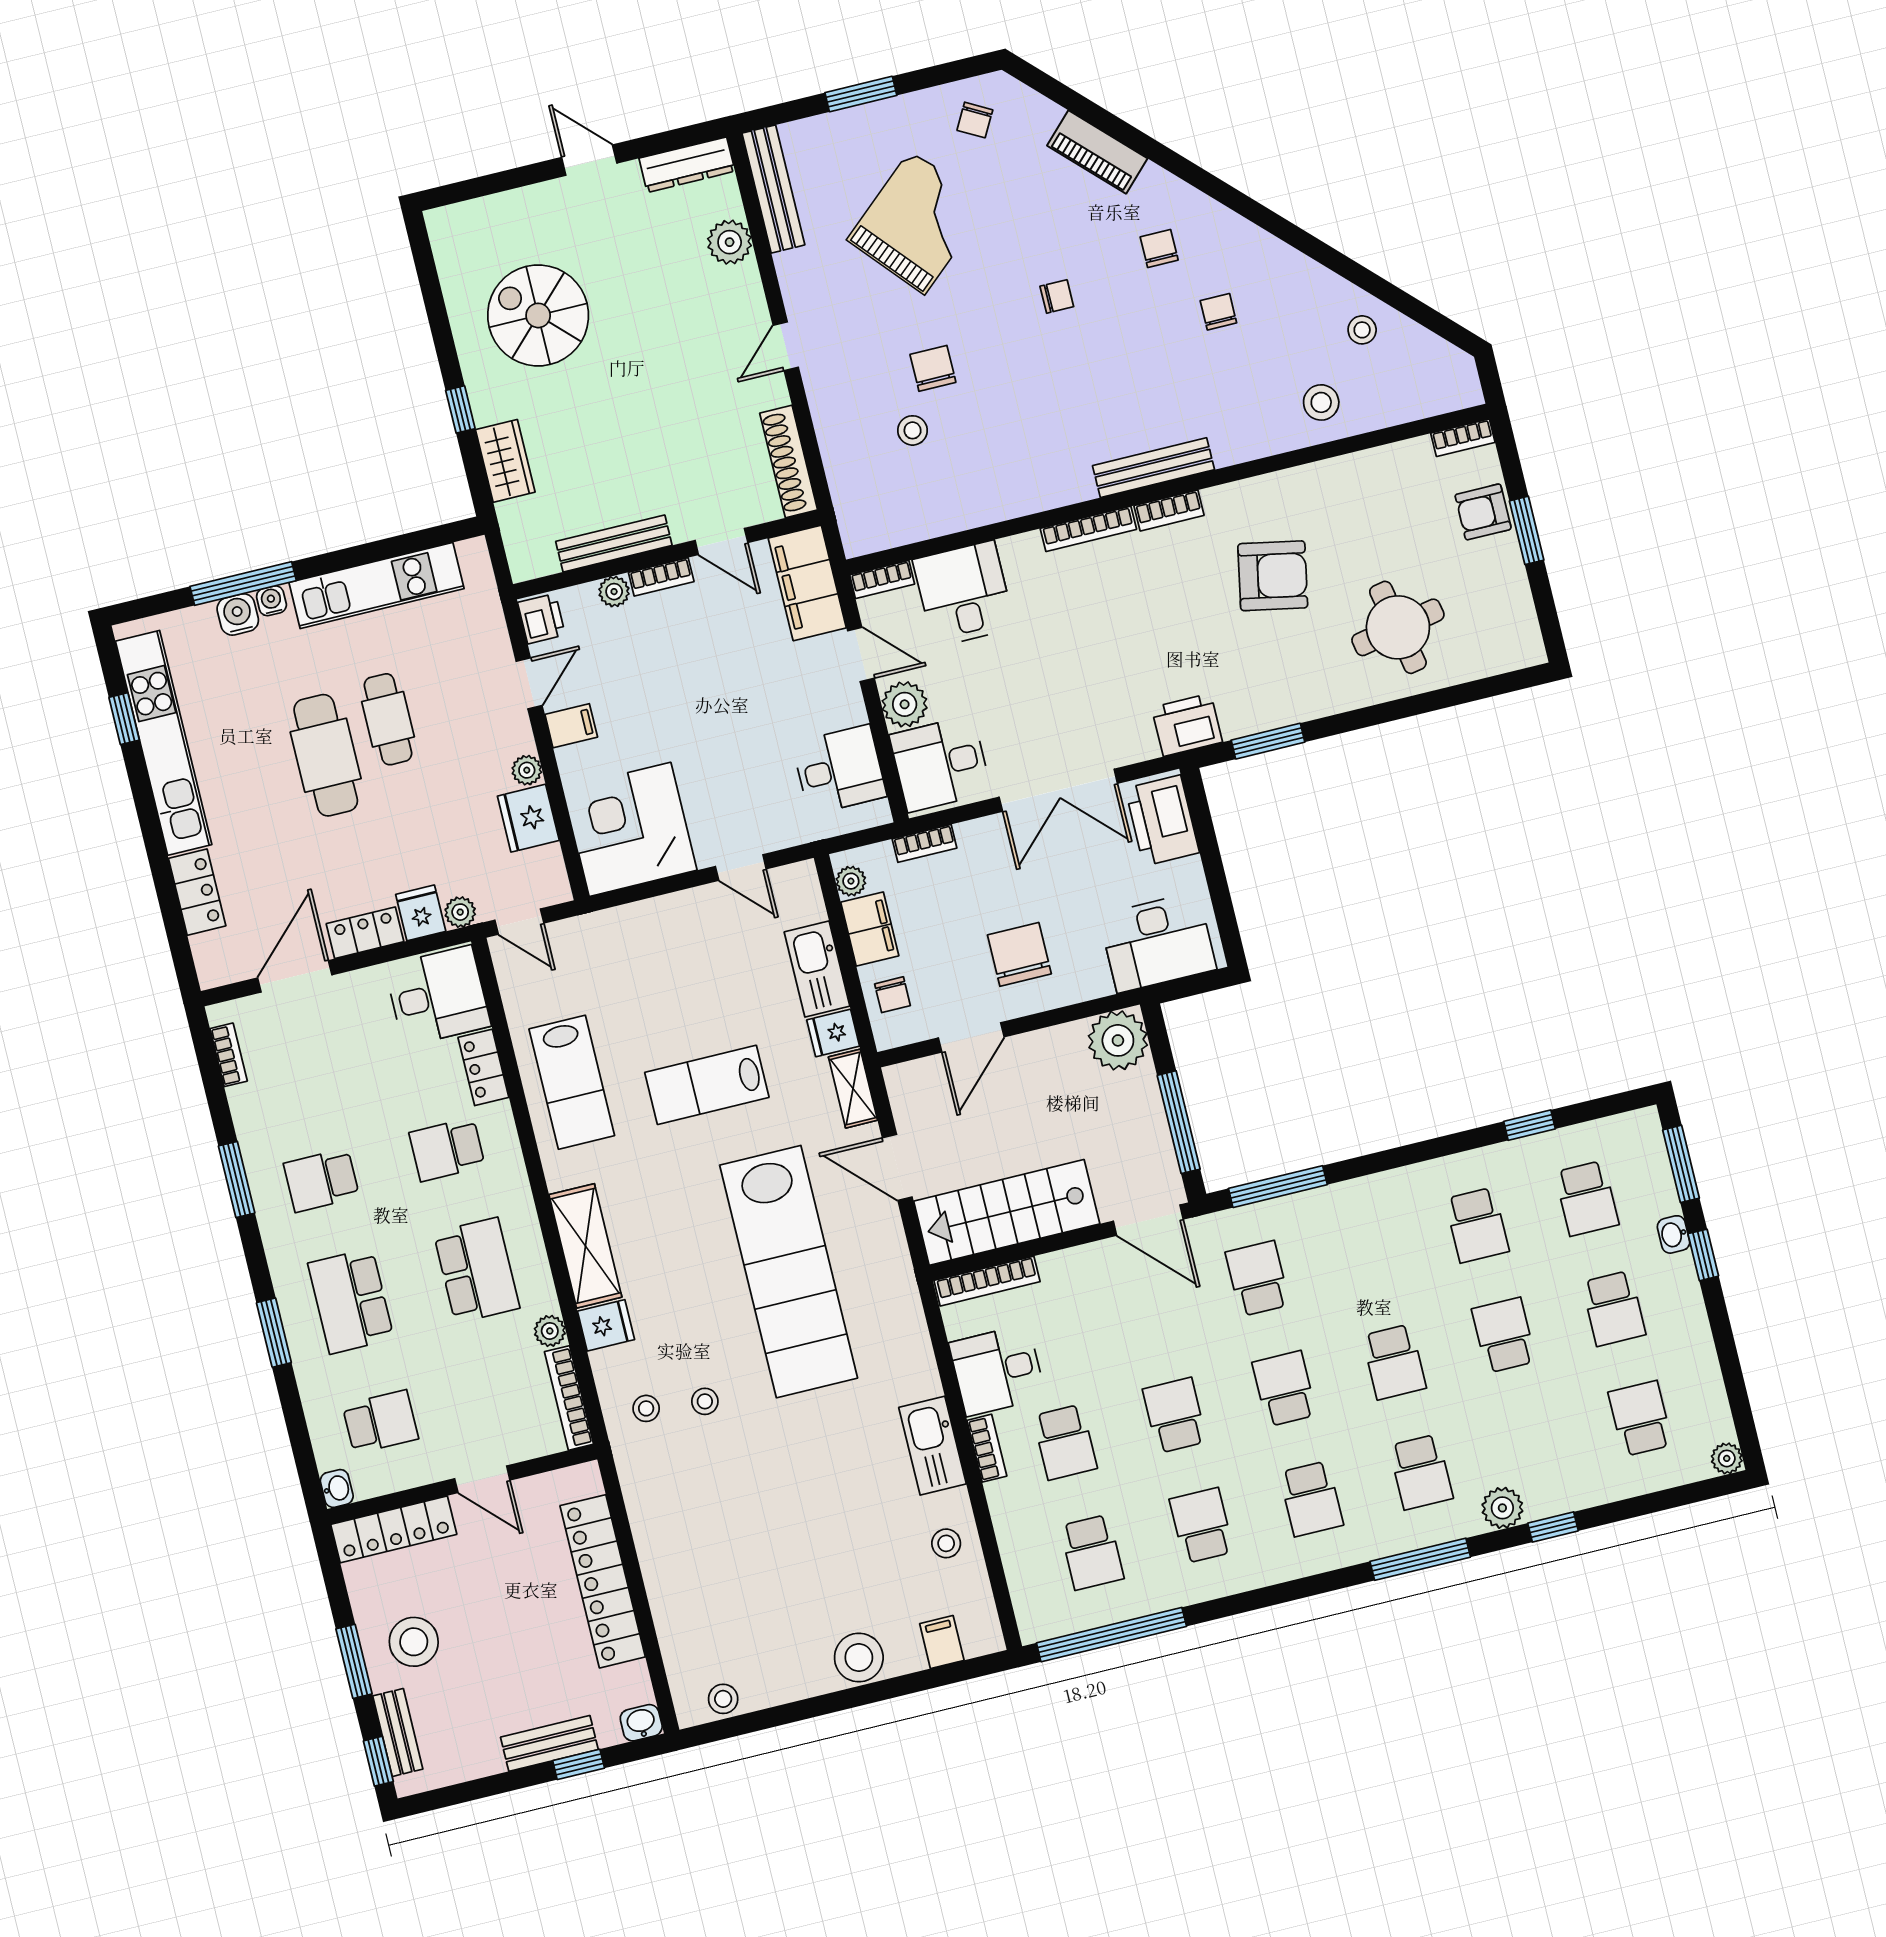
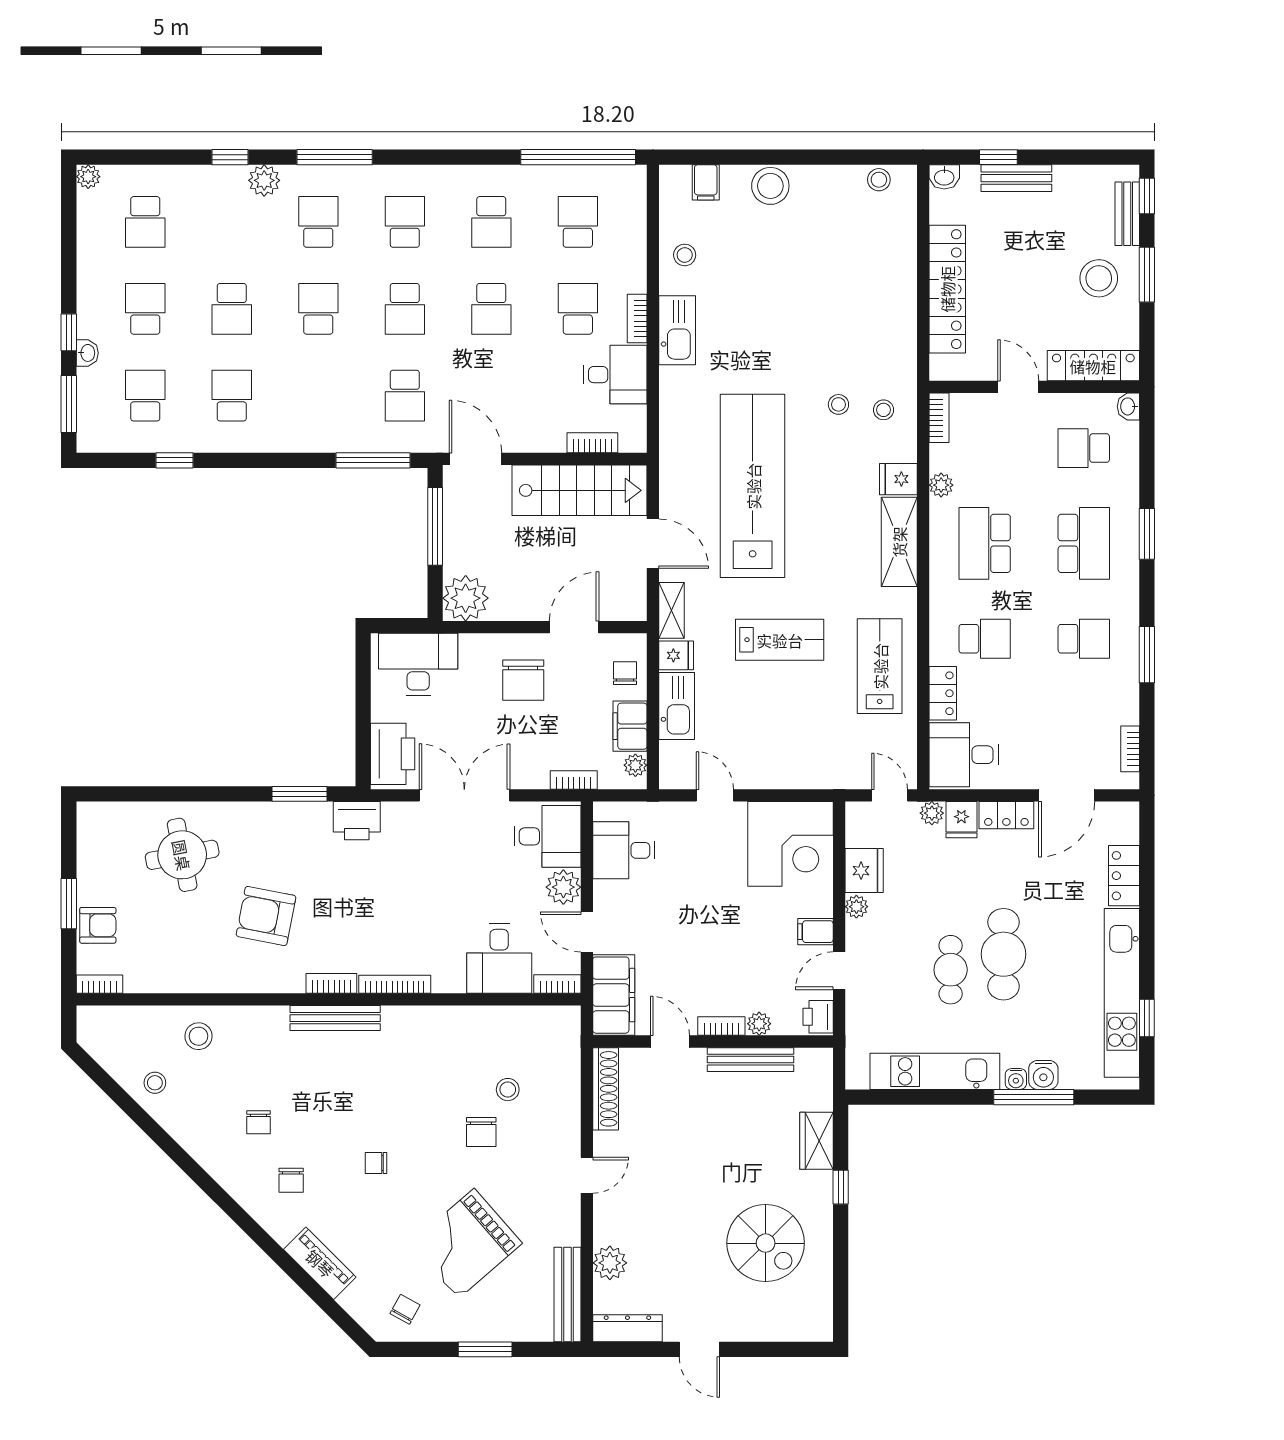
bookcase: (987, 1281) -> (592, 443), width x0.64
bookcase: (569, 1398) -> (939, 418), width x0.64

